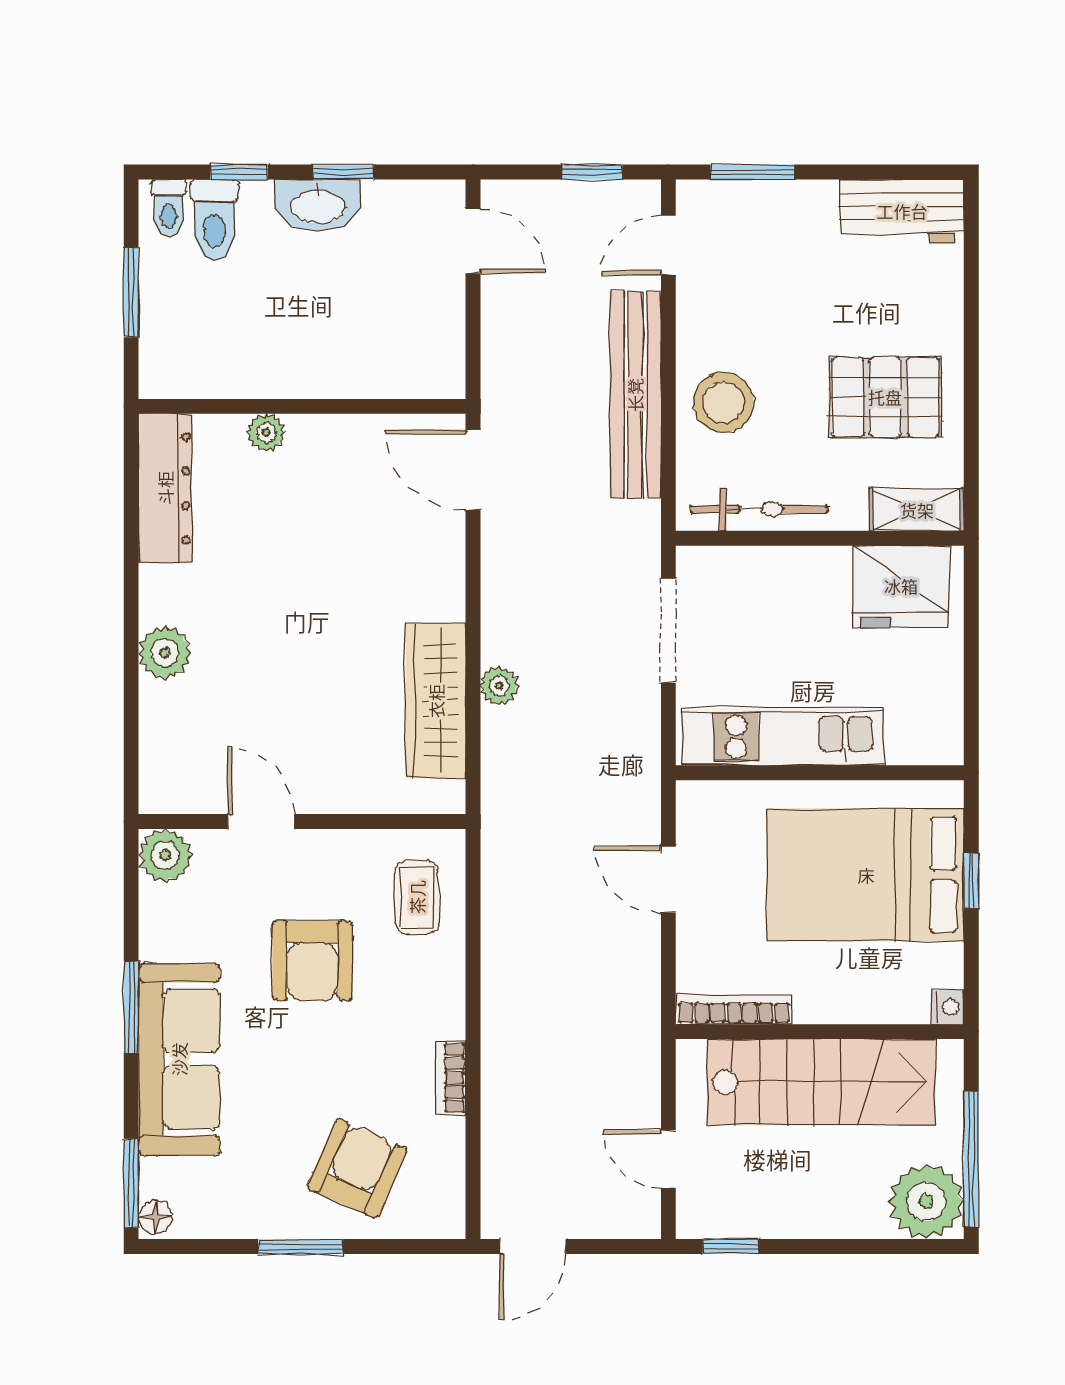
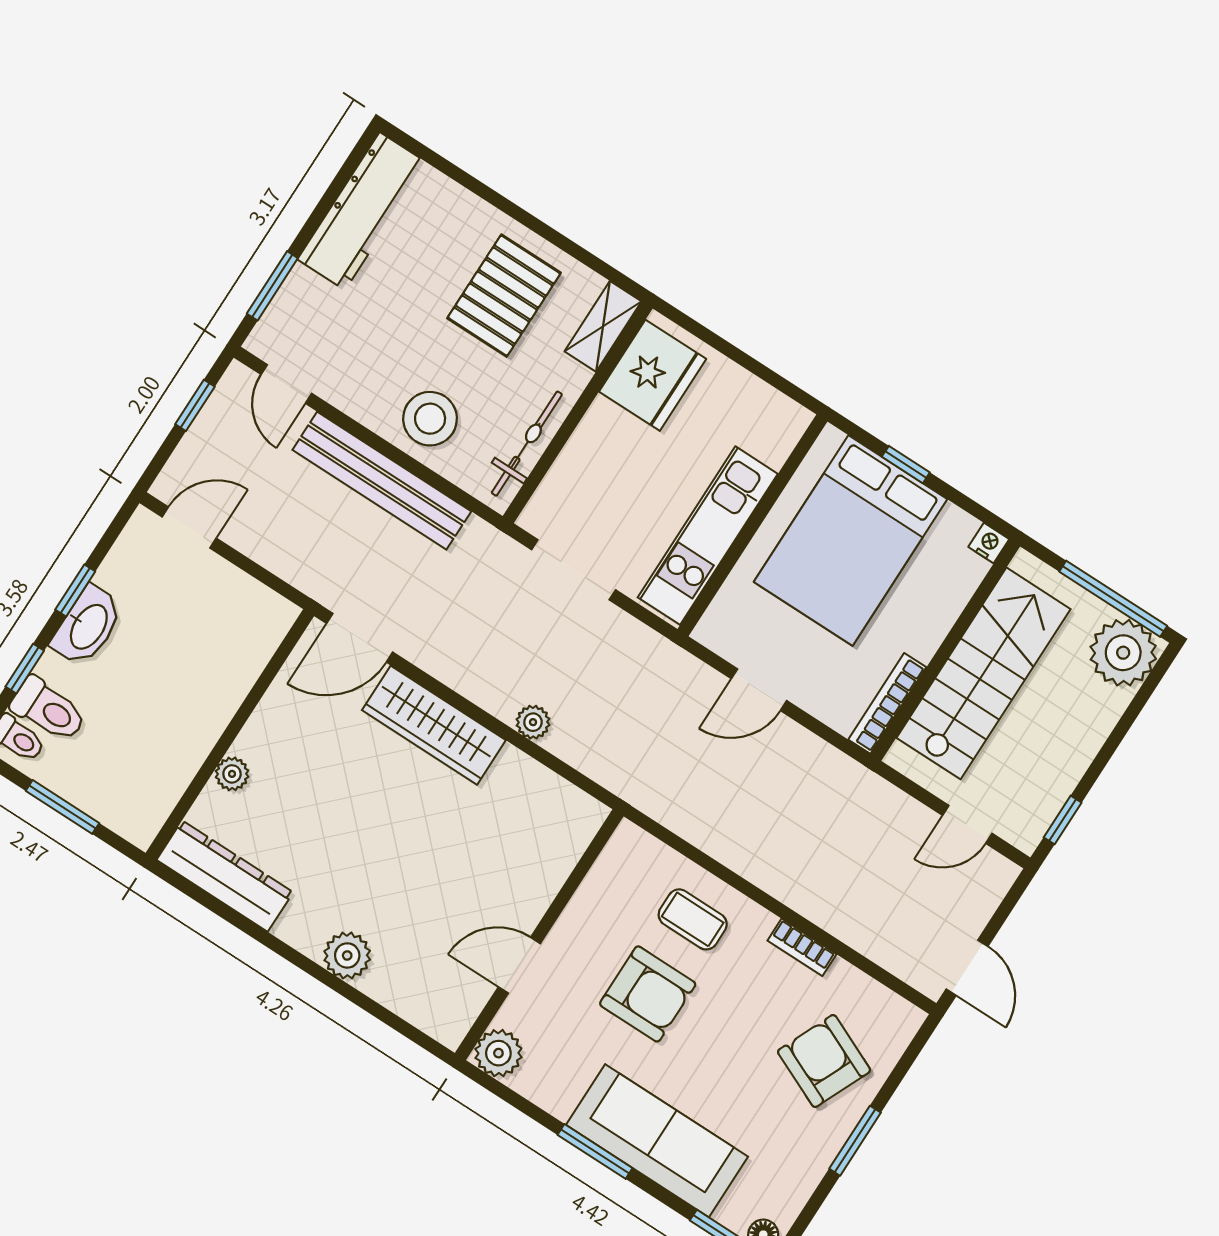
workbench: (902, 211) -> (362, 211), width x1.38
wardrobe: (436, 701) -> (434, 725), moved
coffee table: (417, 897) -> (693, 919), moved

